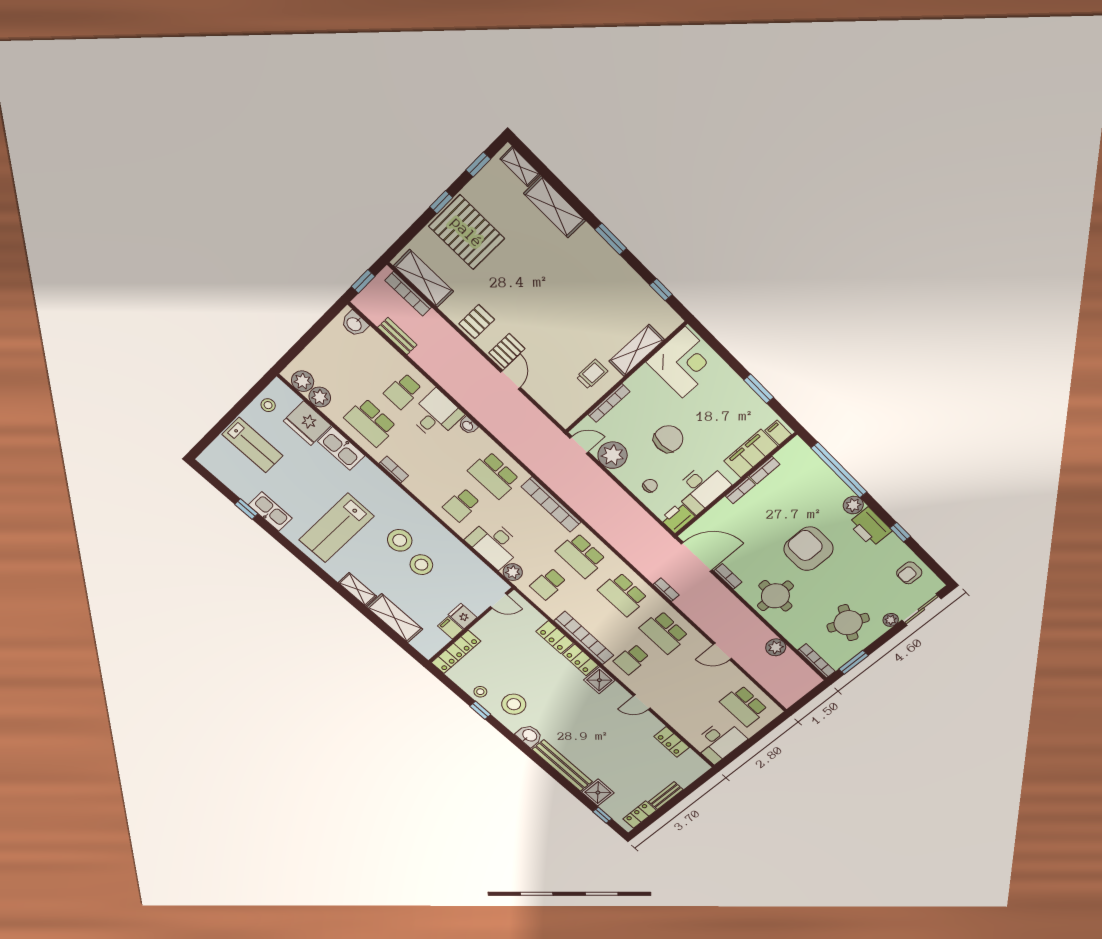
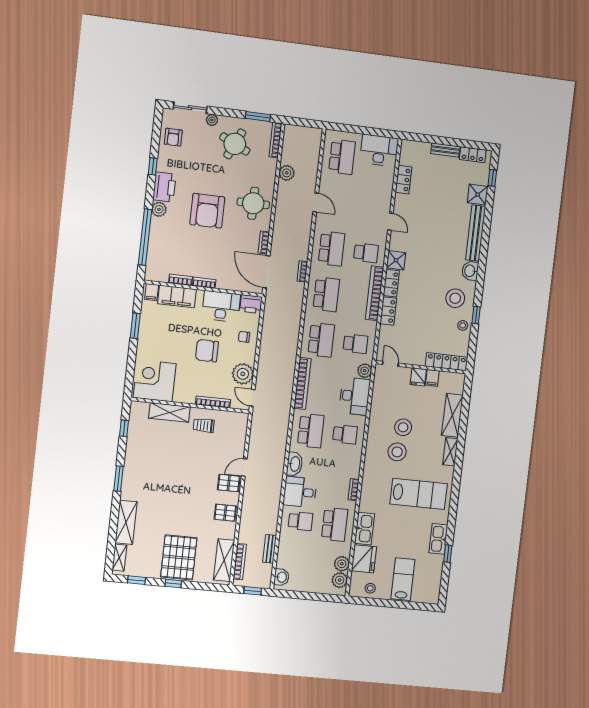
washbasin: (468, 426) -> (295, 464), width x1.91, depth x1.45
armchair: (909, 573) -> (173, 137), turned 90

